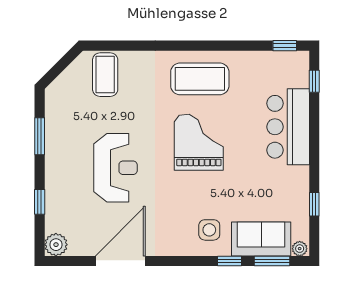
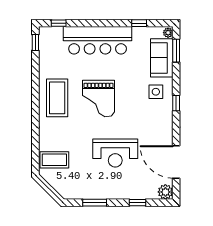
bar counter: (288, 127) -> (98, 40), width x1.36
grand piano: (199, 142) -> (98, 99), turned -90
reception desk: (116, 168) -> (115, 153), turned 180
door: (120, 261) -> (176, 162), moved
window: (229, 261) -> (176, 103), moved

